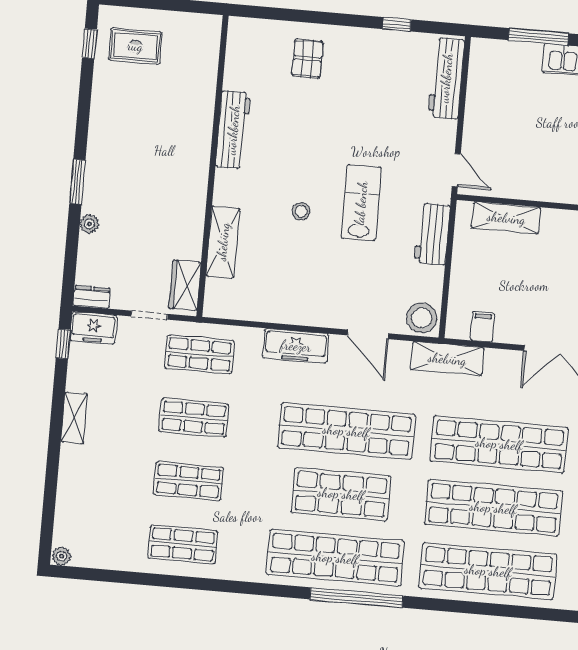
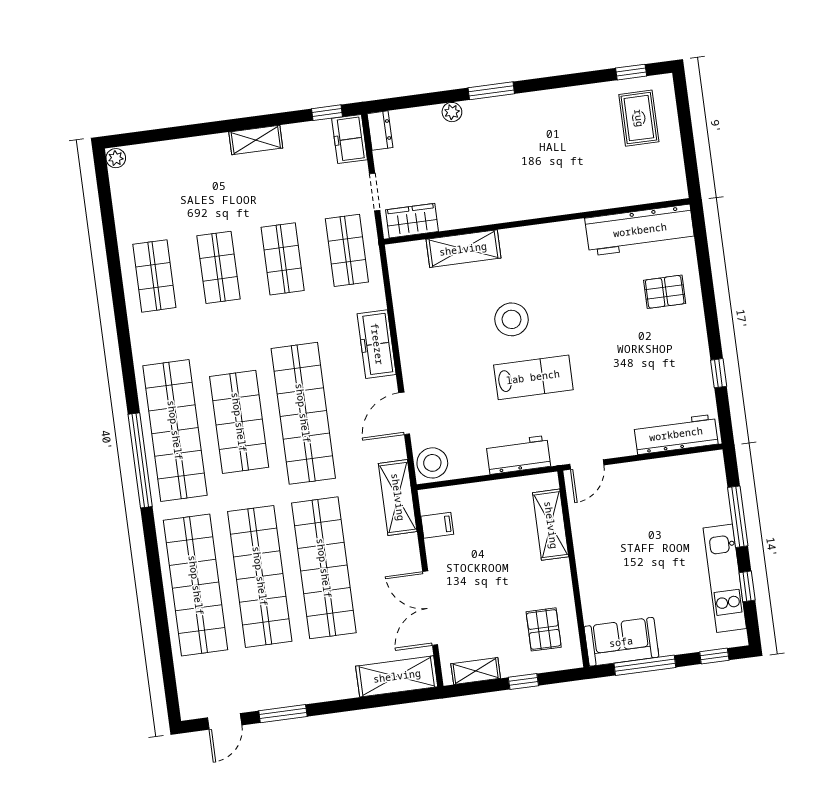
workbench: (233, 130) -> (640, 230), moved, width x1.36, depth x1.32
stool: (301, 211) -> (512, 319), width x1.89, depth x1.89

